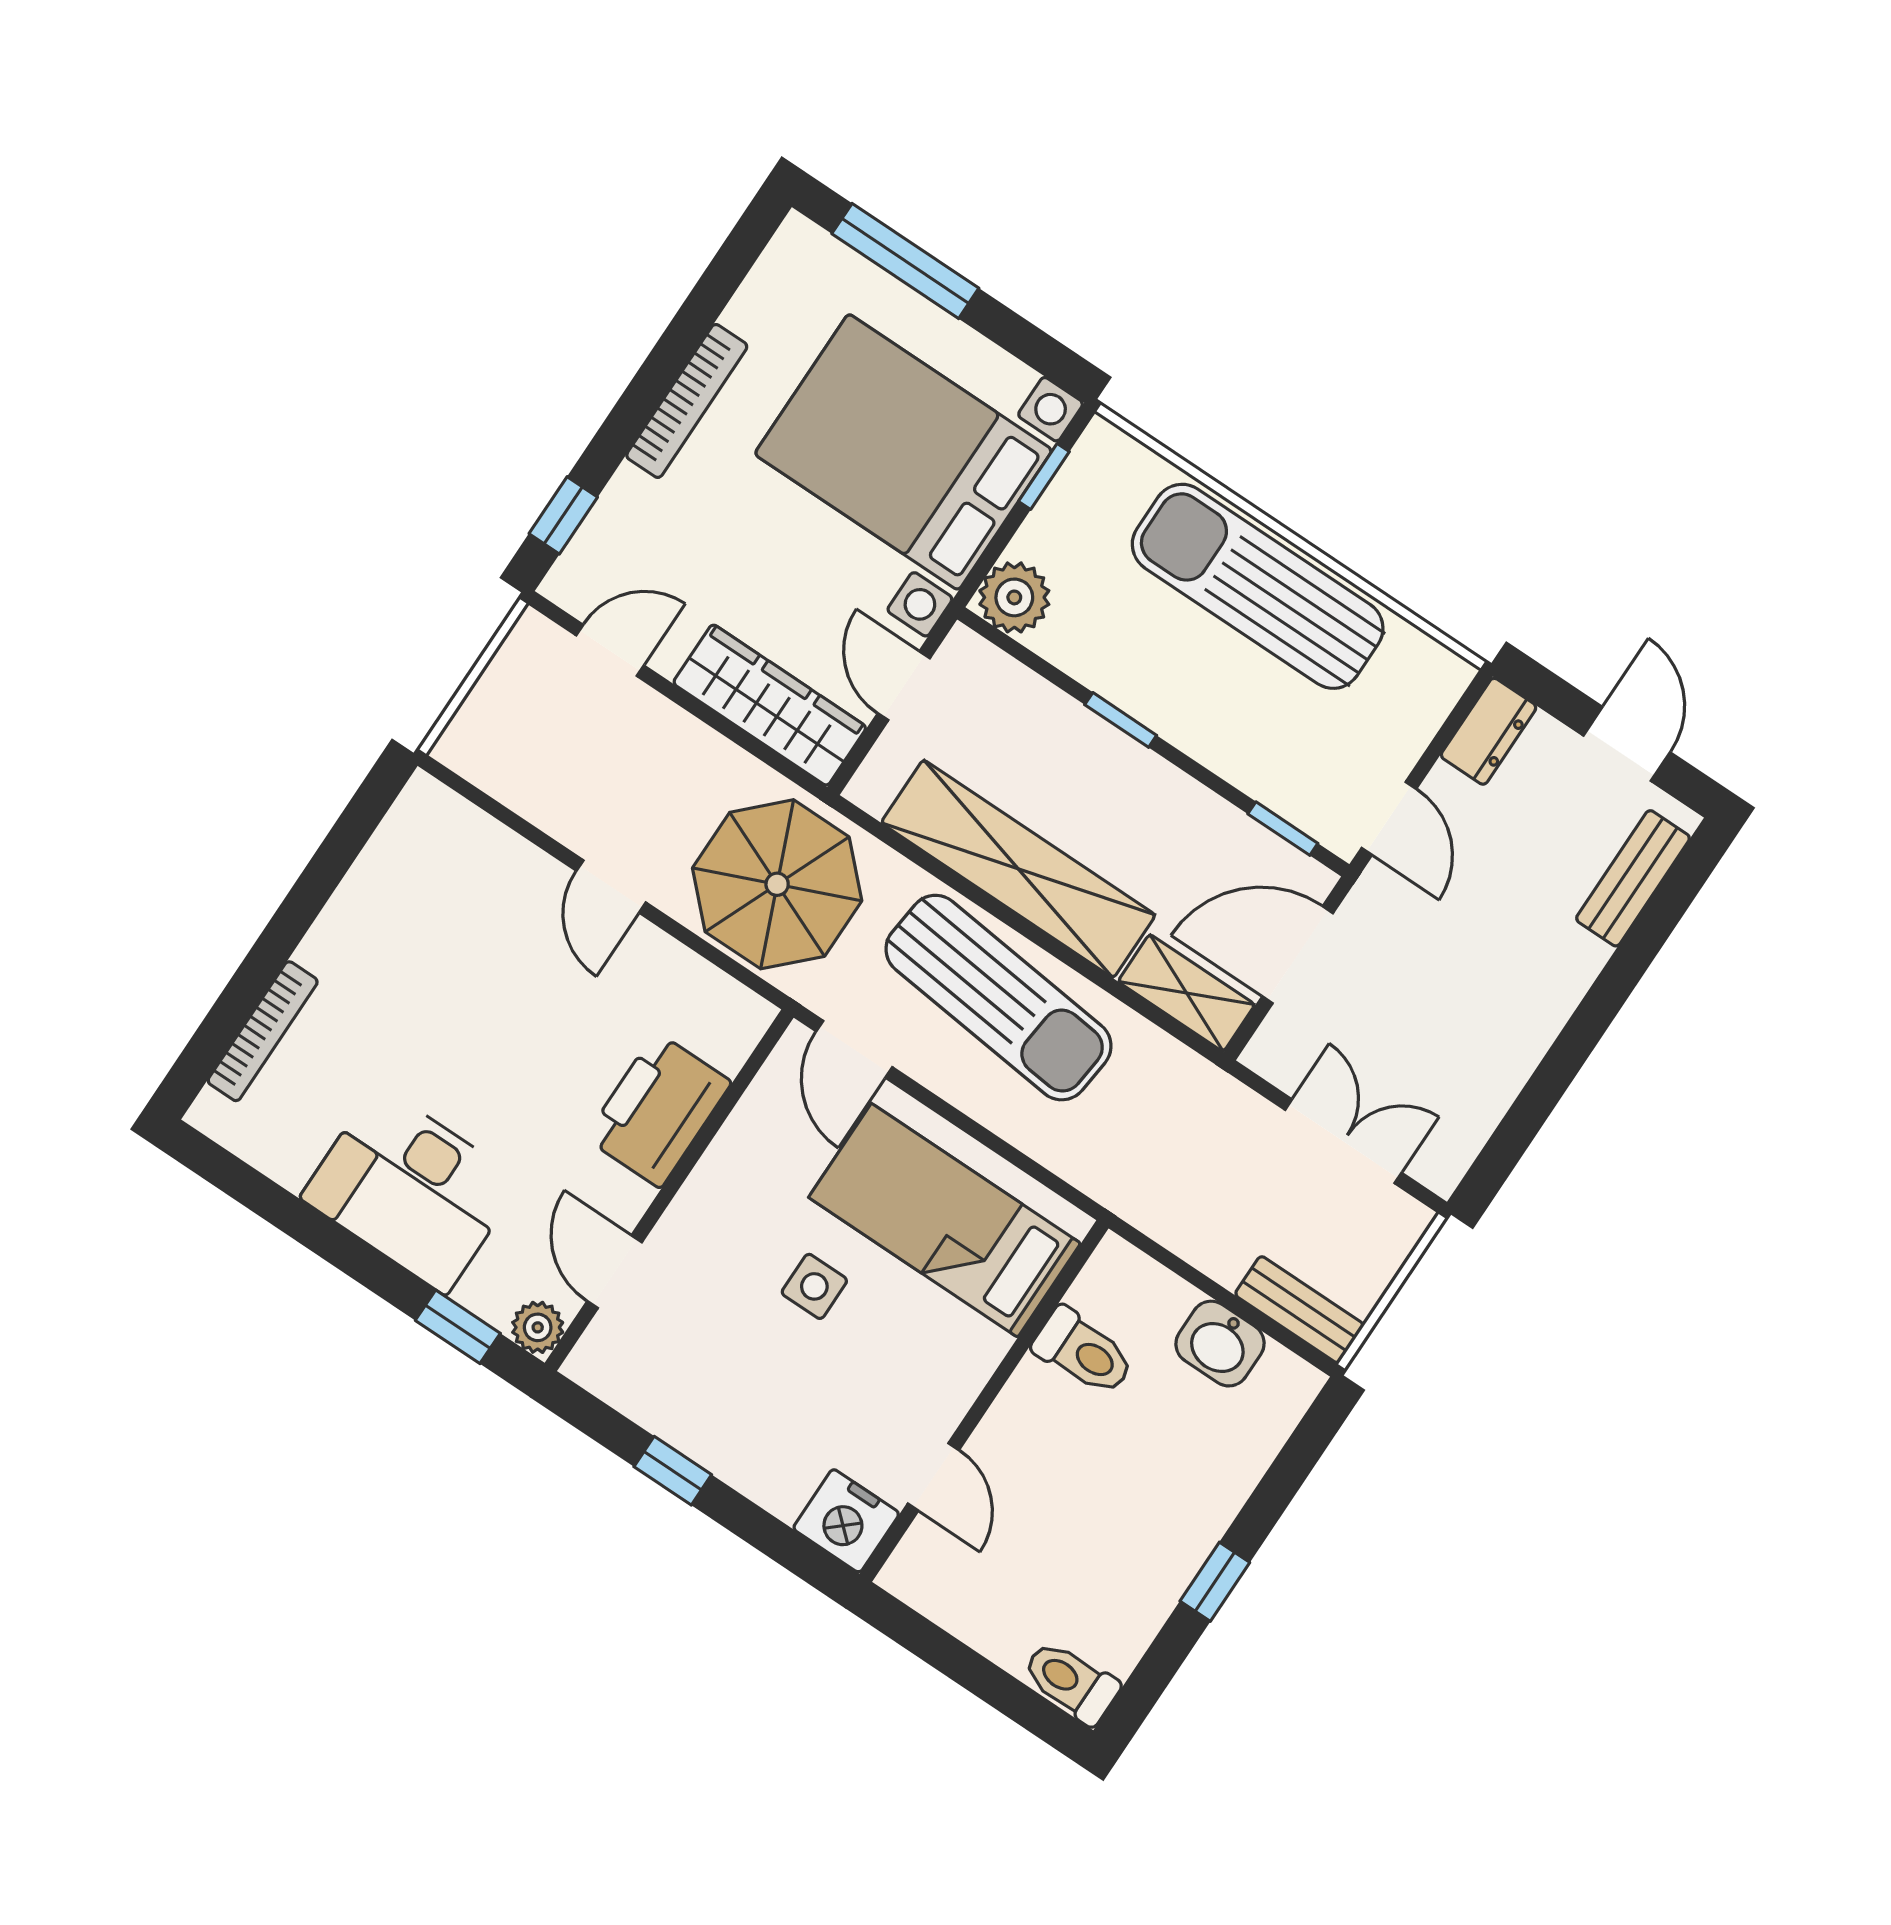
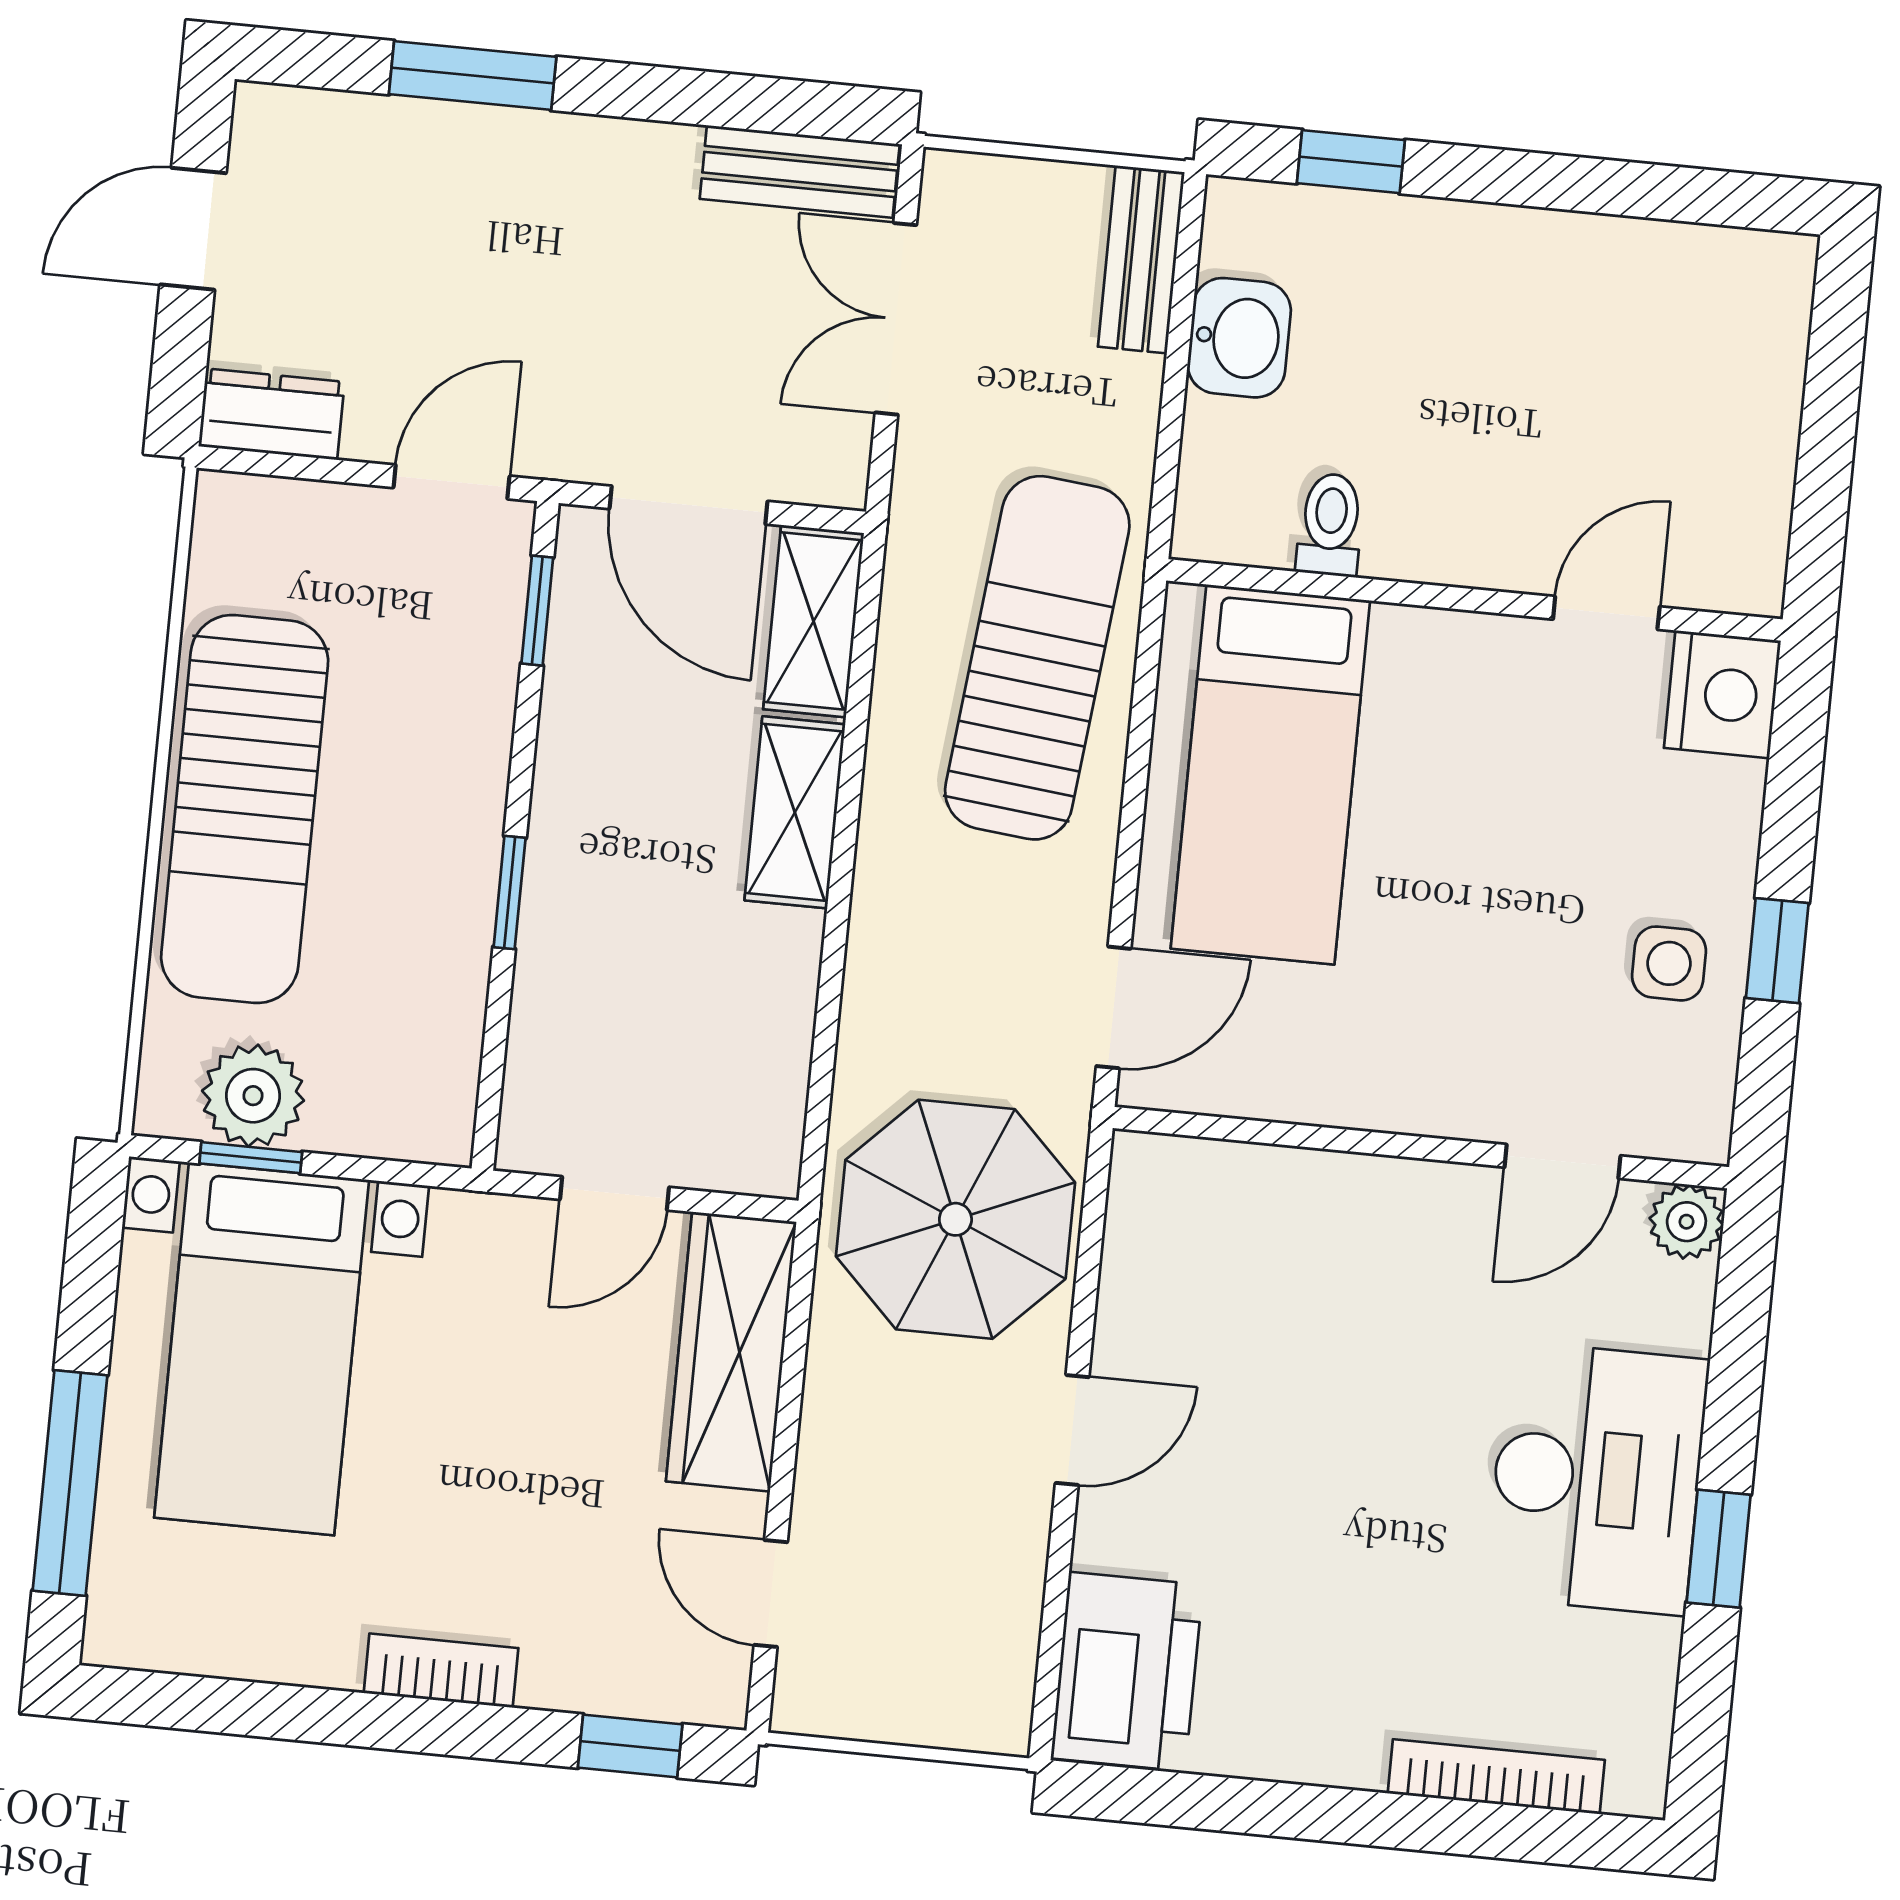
bookcase: (687, 401) -> (441, 1671), width x0.64
bed with nightstands: (903, 452) -> (262, 1349), width x0.73
plant: (1014, 597) -> (253, 1096), moved
shelving: (1018, 869) -> (795, 812), width x0.45, depth x0.75
bench: (1633, 878) -> (800, 172), moved
window: (1629, 963) -> (473, 76), added
sun lounger: (998, 998) -> (1037, 658), moved
printer: (658, 1110) -> (1127, 1672), moved, turned -90
side table: (814, 1286) -> (1669, 963), moved
window: (458, 1327) -> (1719, 1549), moved
toilet: (1084, 1352) -> (1330, 525), width x0.73, depth x0.72
window: (1215, 1582) -> (1351, 162), moved
toilet: (1071, 1682) -> (1774, 296), removed

